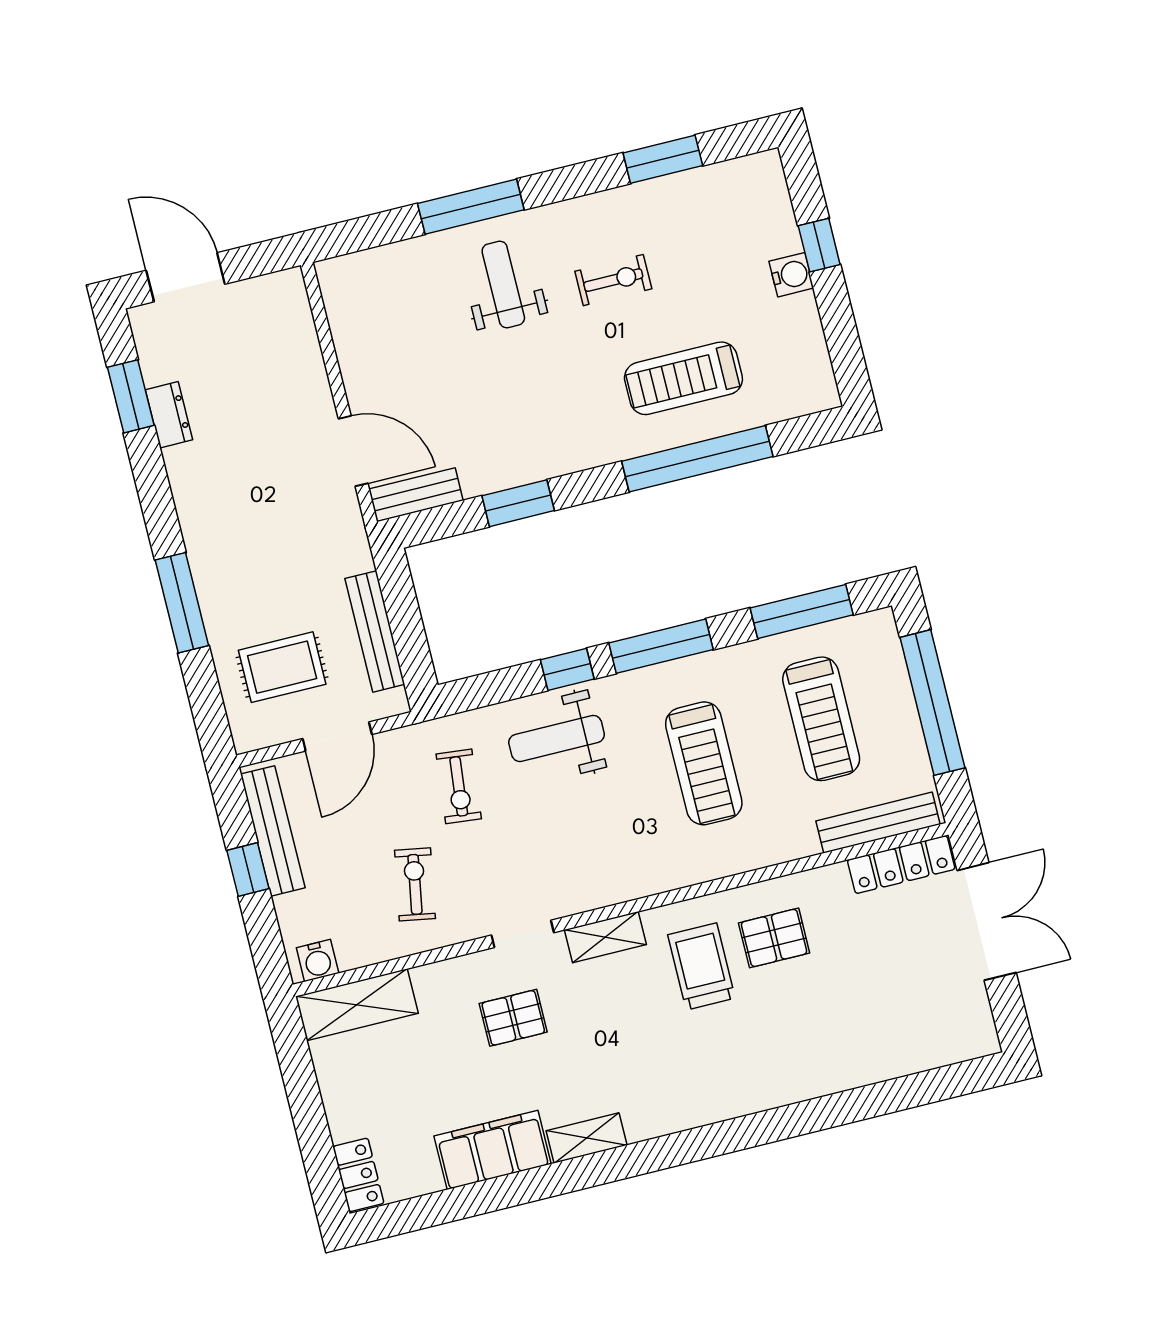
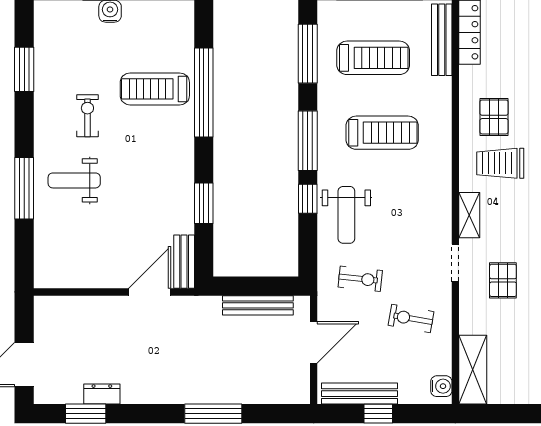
treadmill: (683, 378) -> (155, 89), turned 90
rug: (282, 667) -> (265, 365), removed
door: (337, 737) -> (314, 342), hinge flipped

